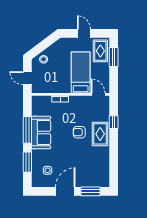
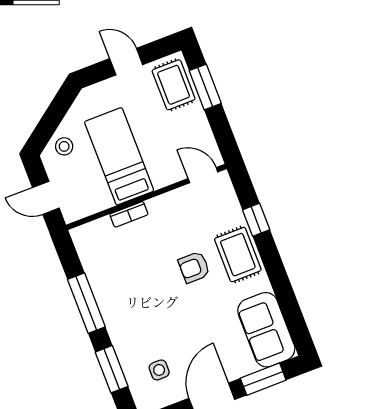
bed: (81, 73) -> (119, 156), moved
sofa: (41, 132) -> (266, 330), moved, turned 180

